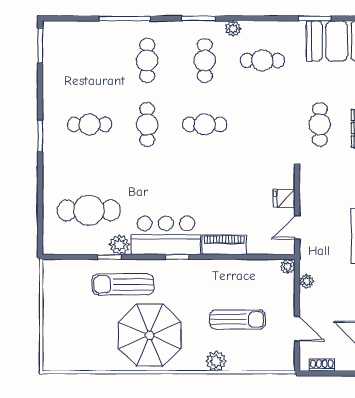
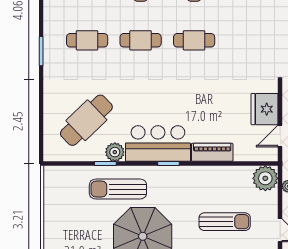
cafe table: (147, 124) -> (141, 40), turned 90
fridge: (284, 198) -> (265, 109), width x1.88, depth x1.34
cafe table: (89, 210) -> (86, 120), turned -44
plant: (288, 266) -> (265, 178), width x1.88, depth x1.88

